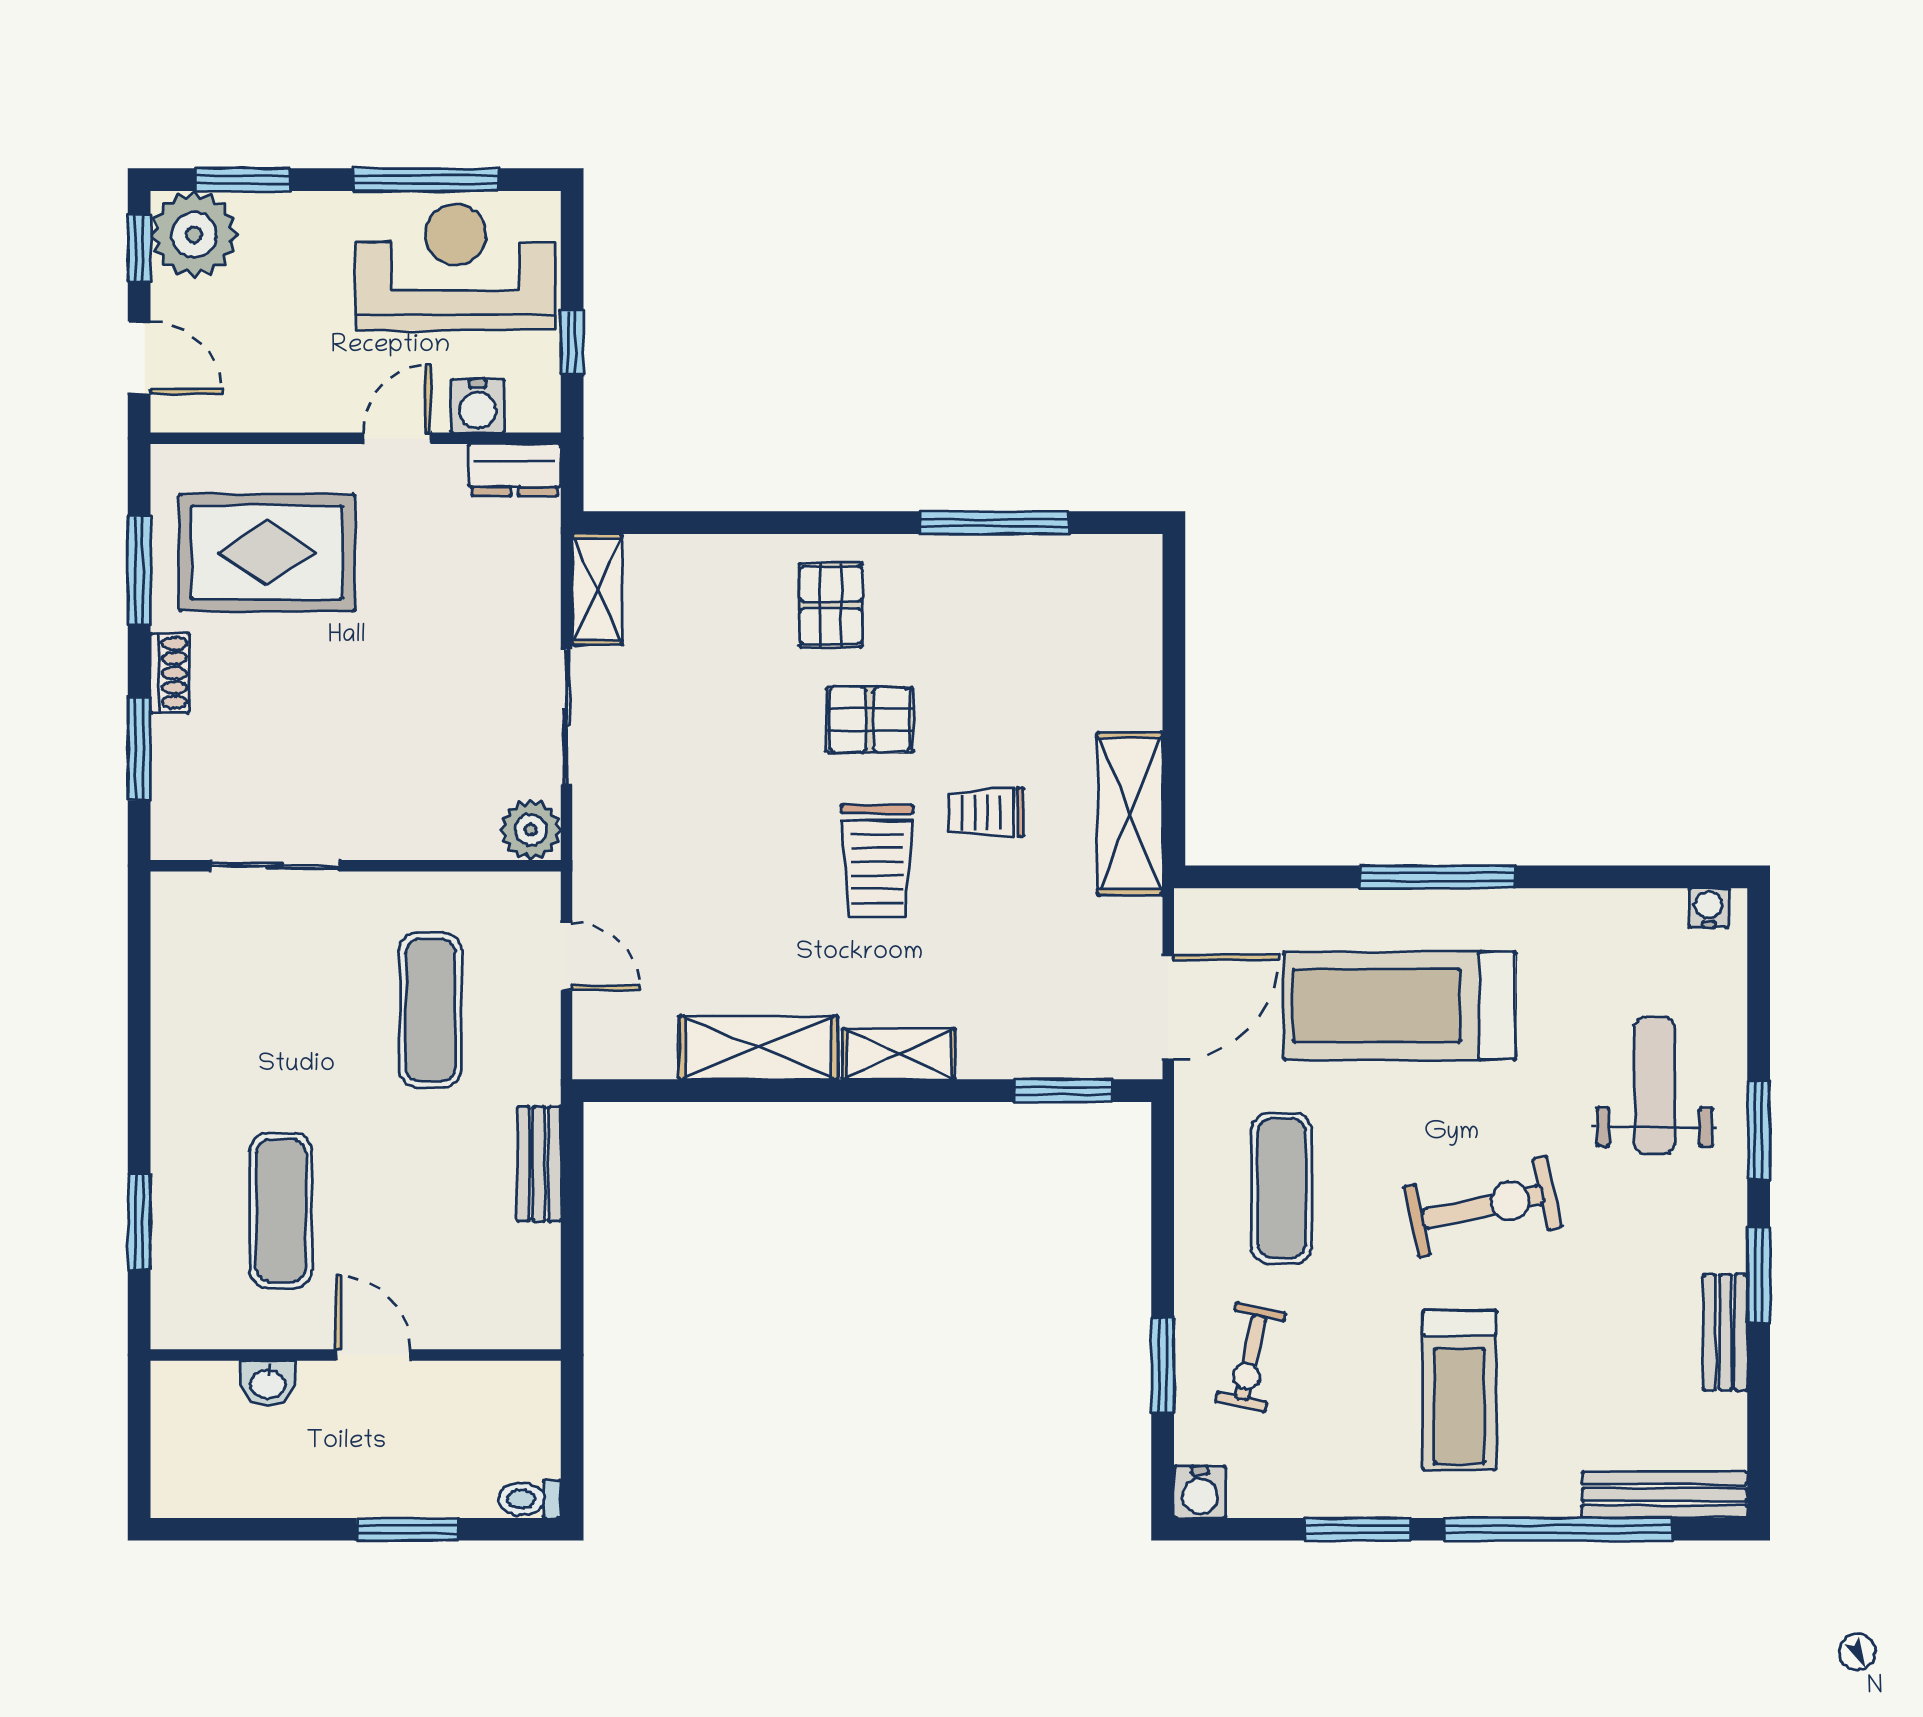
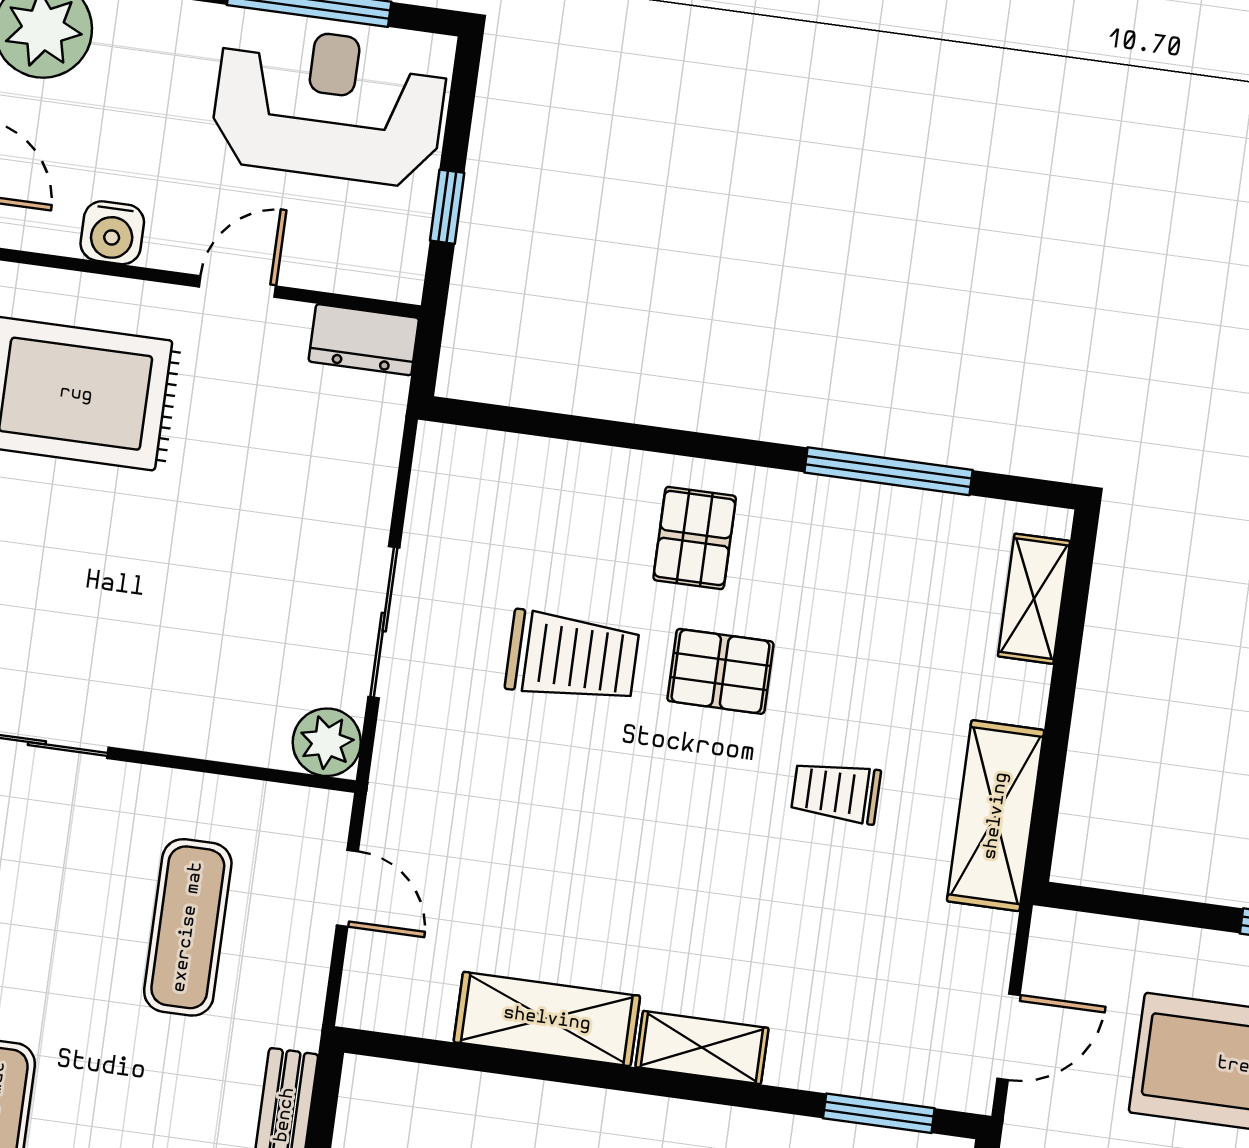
water cooler: (478, 406) -> (112, 233), moved
shelving: (597, 589) -> (1034, 599), moved
trolley: (877, 861) -> (572, 657), moved, turned -90
door: (1168, 1007) -> (1009, 1037), width x0.73

